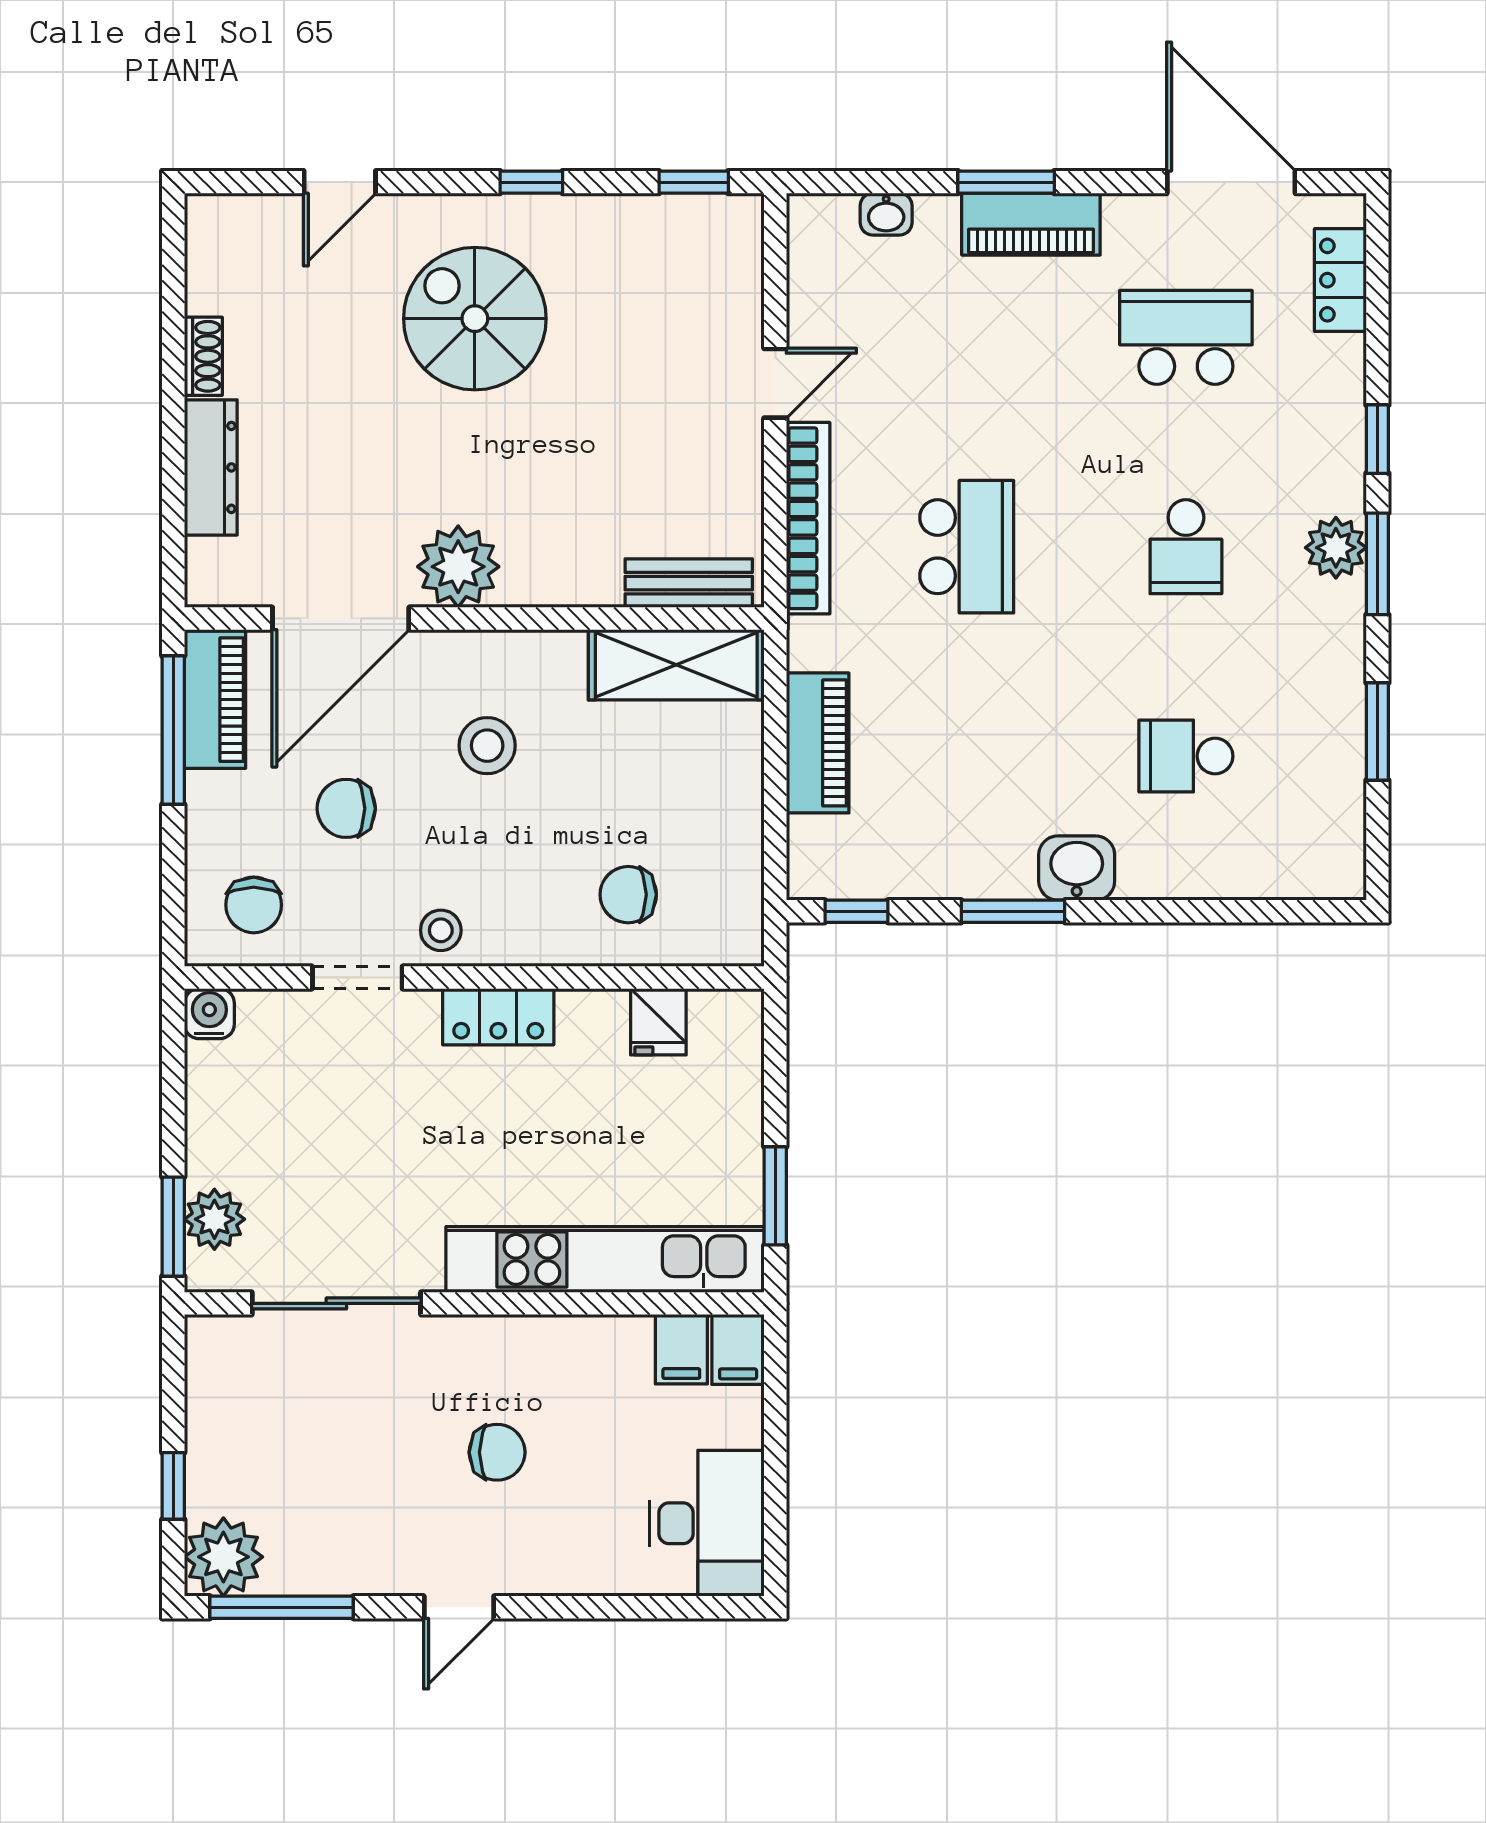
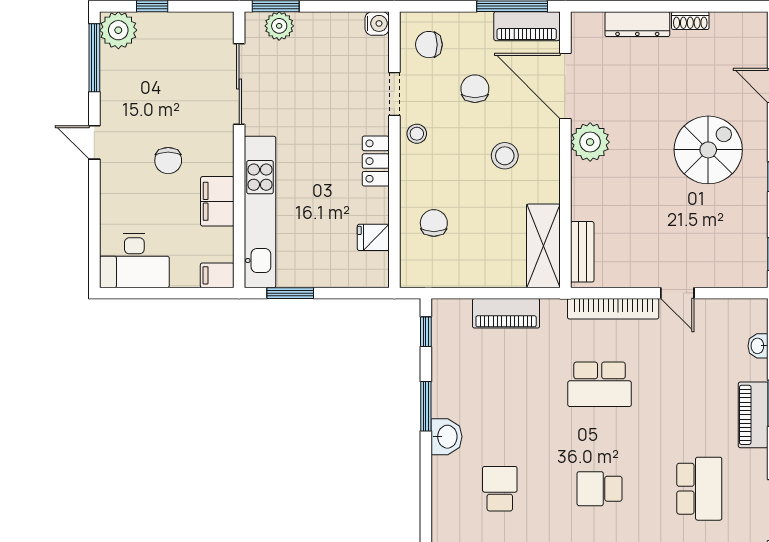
filing cabinet: (681, 1349) -> (217, 201), moved, width x2.00

